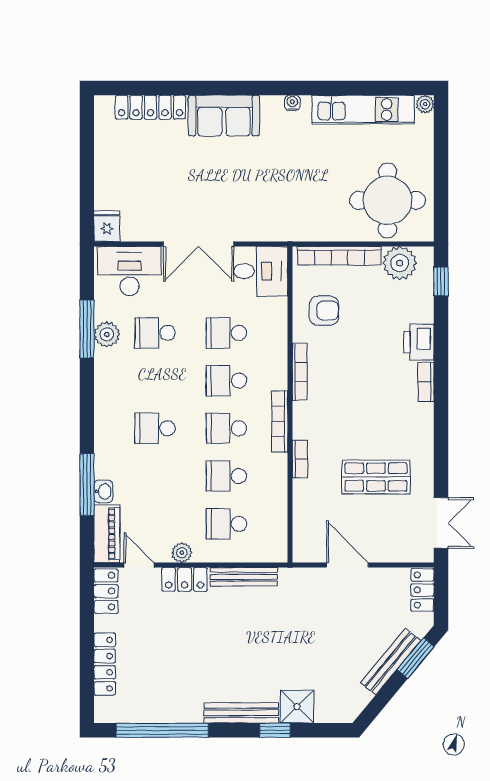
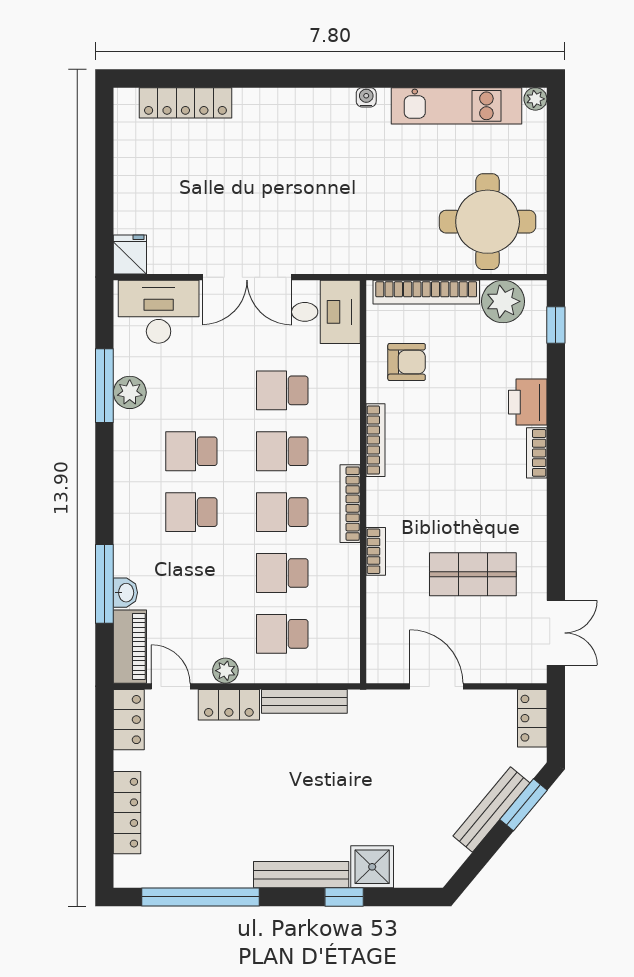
sofa: (224, 116) -> (279, 114), removed
school desk: (155, 333) -> (191, 451), moved

